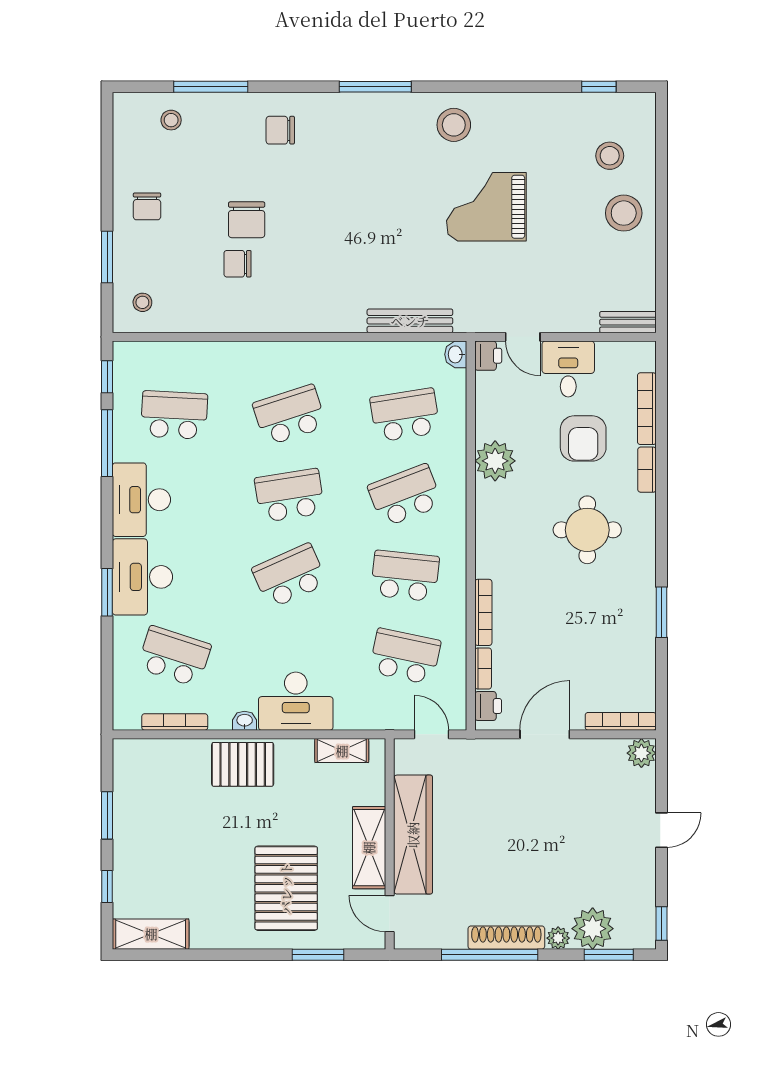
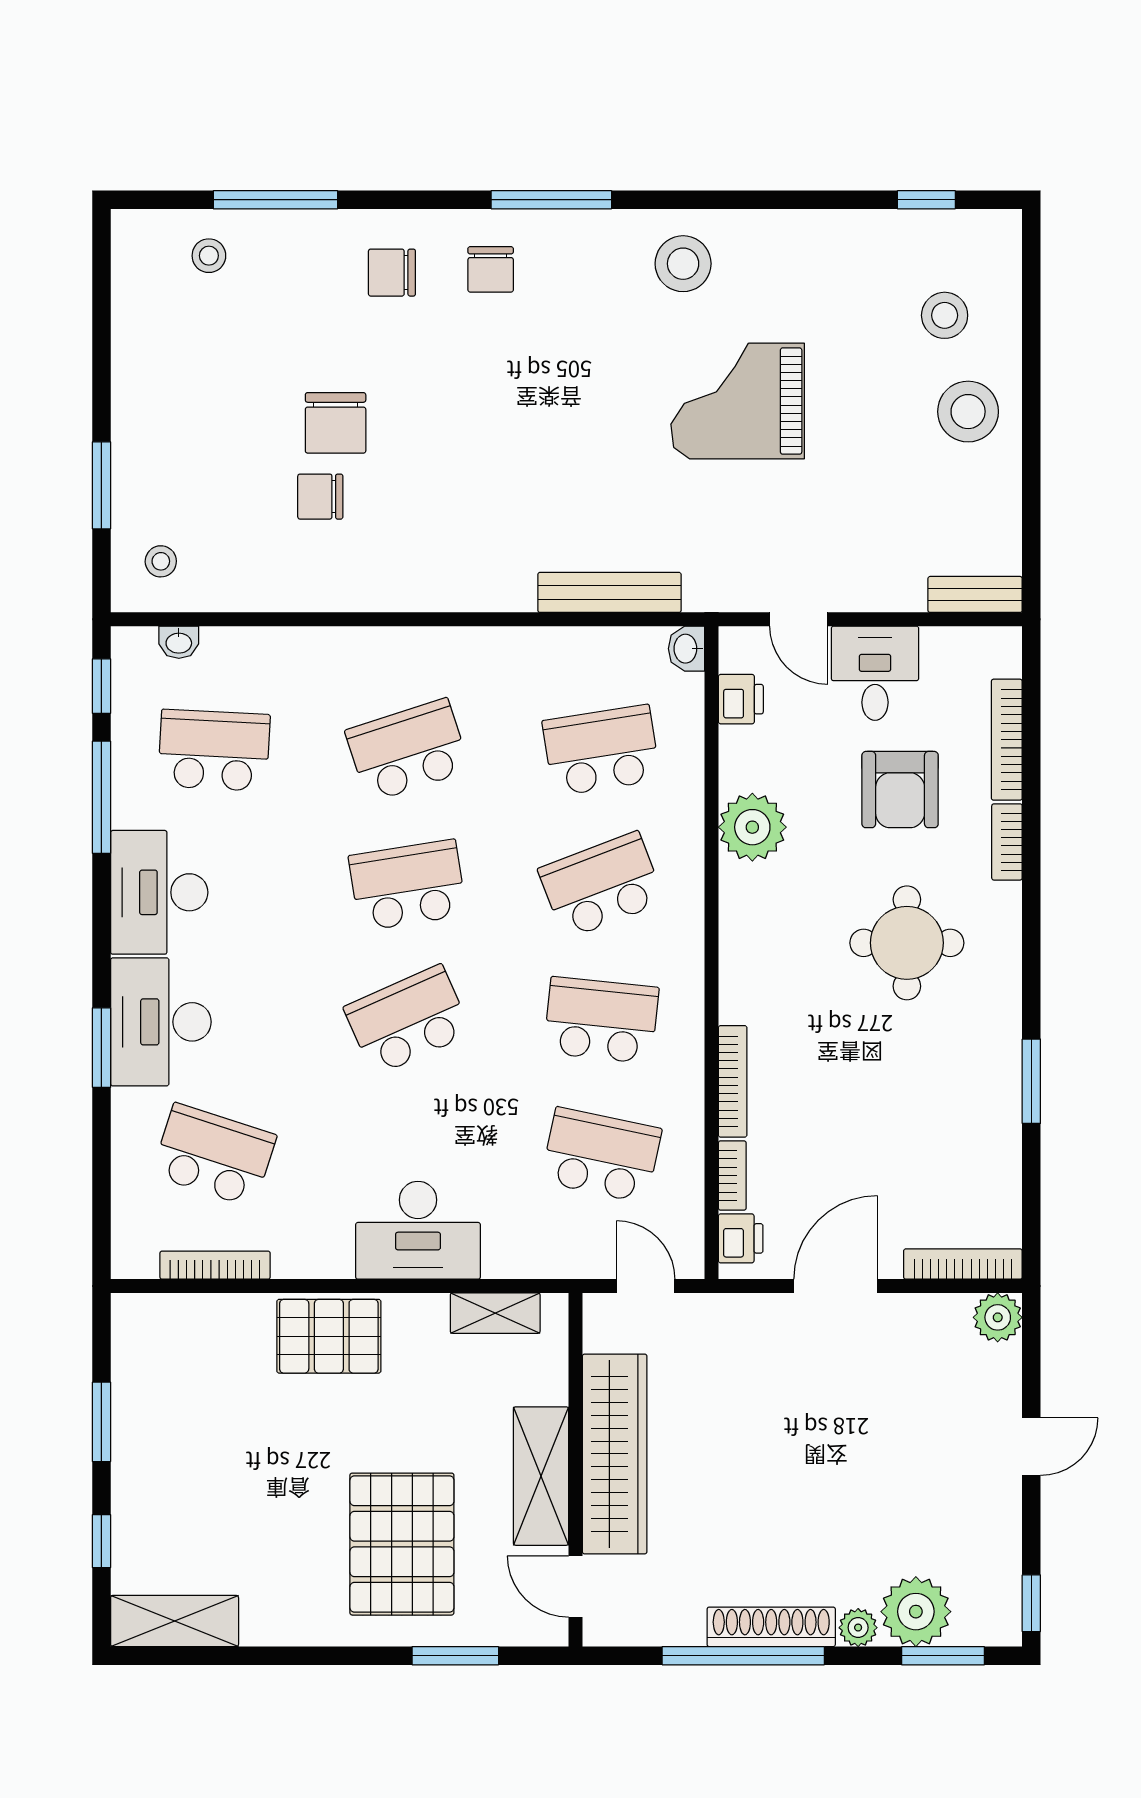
chair: (147, 206) -> (491, 269), moved
printer: (488, 356) -> (741, 699), moved
washbasin: (245, 721) -> (179, 642), moved, turned 180

